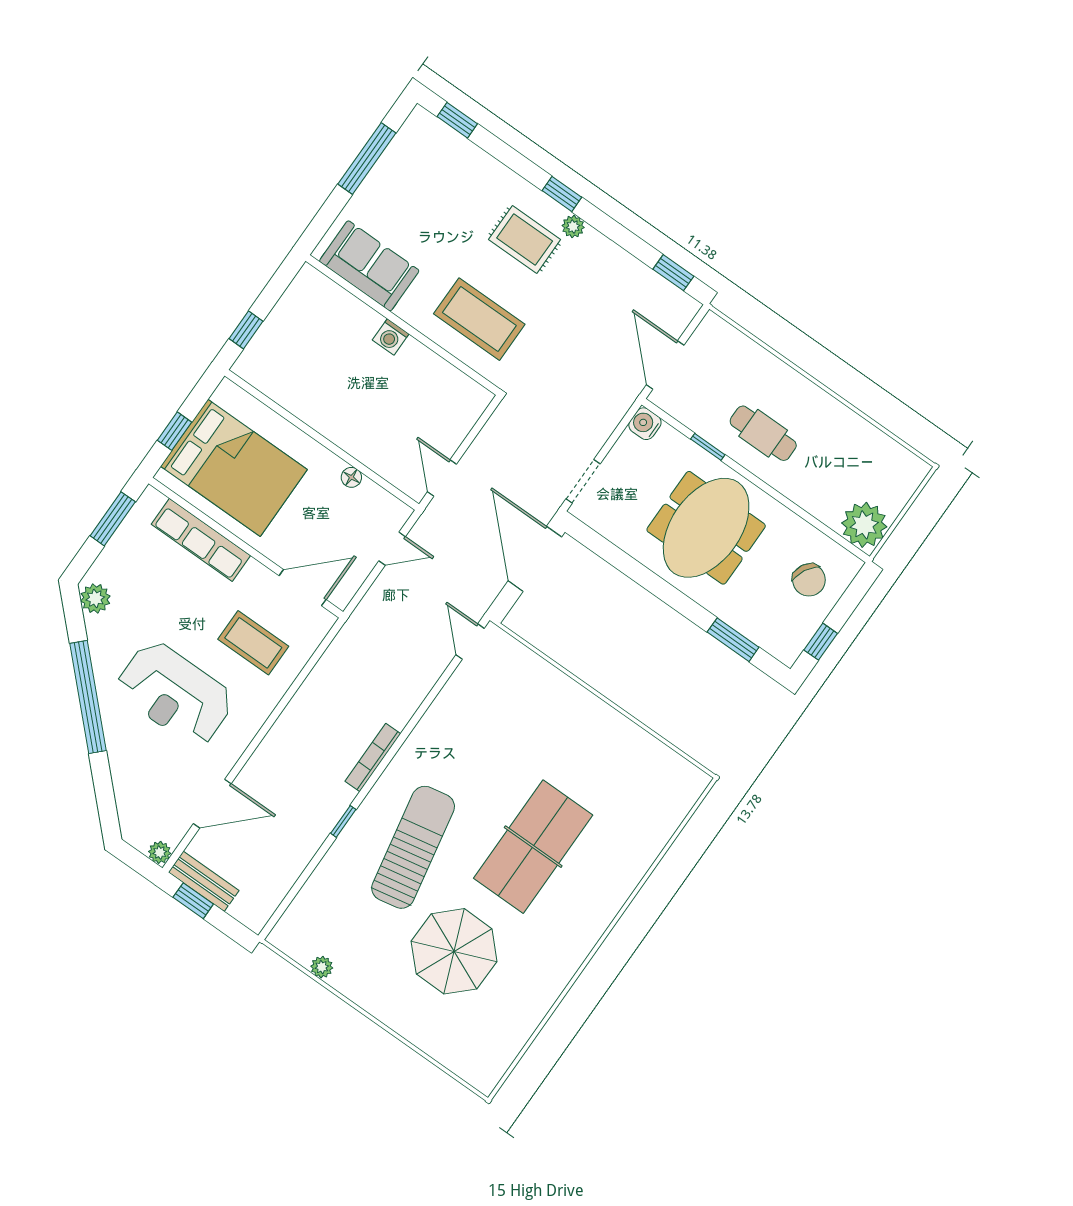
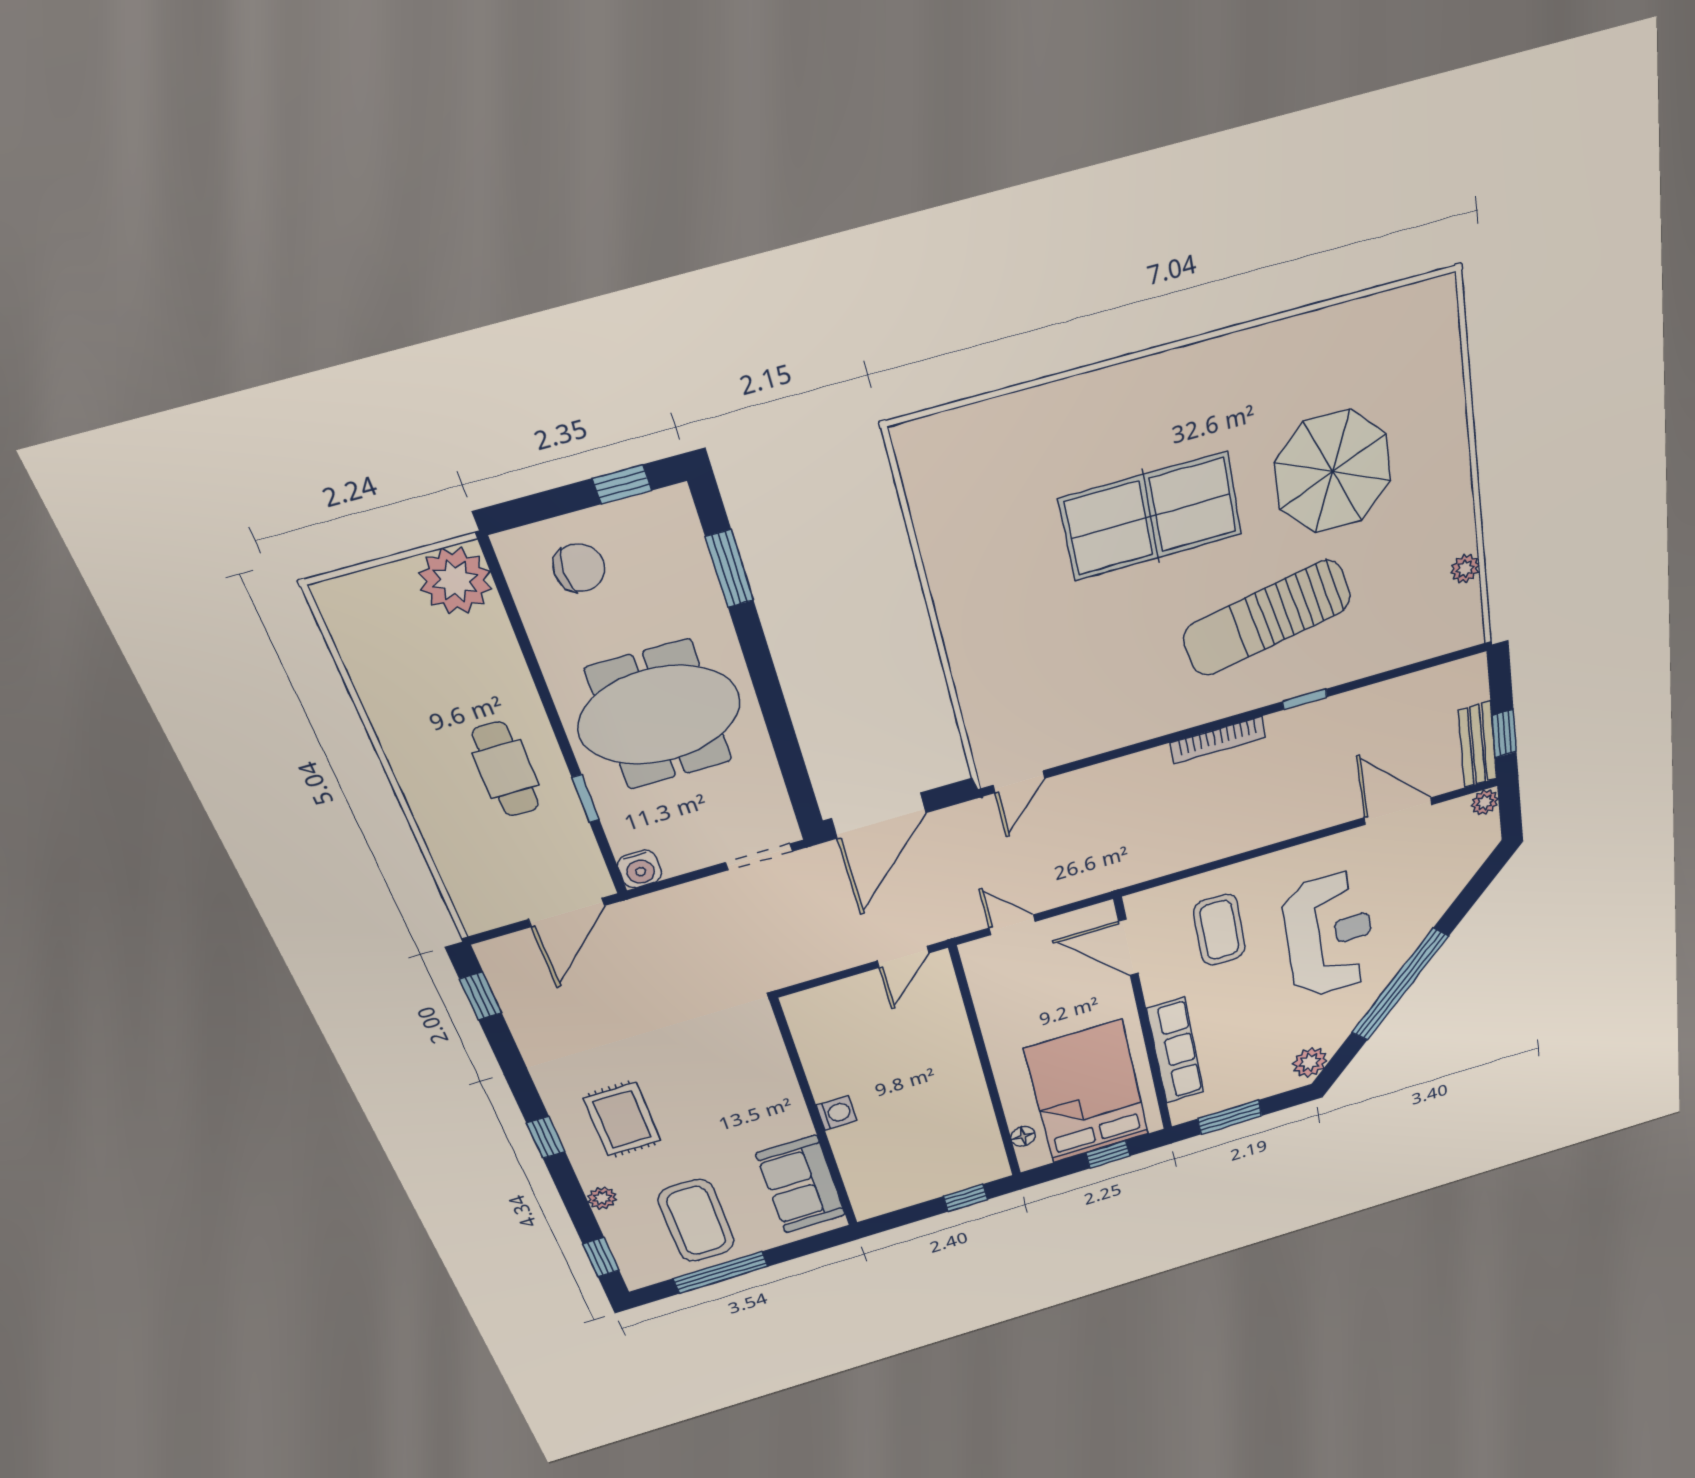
plant: (573, 227) -> (602, 1198), moved
coffee table: (479, 319) -> (696, 1221), moved
floor lamp: (351, 477) -> (1023, 1136), moved
chair: (809, 580) -> (579, 568), turned 62

